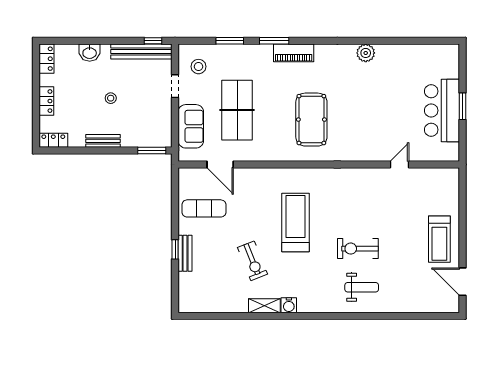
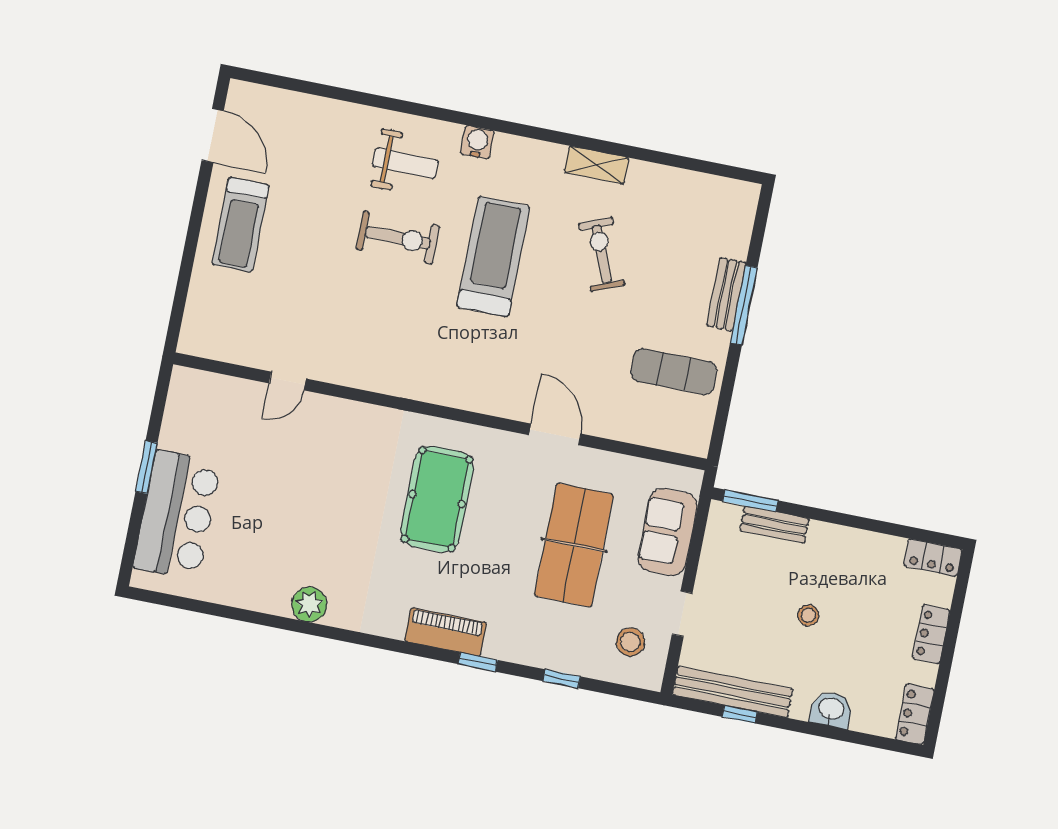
window: (153, 41) -> (740, 714), moved
window: (230, 41) -> (562, 679), width x0.67
window: (274, 41) -> (478, 662), width x0.67
bar counter: (442, 110) -> (177, 515), moved
bench: (103, 141) -> (774, 524), moved
door: (220, 164) -> (555, 434), moved
treadmill: (295, 222) -> (493, 256), moved, turned 180
treadmill: (439, 239) -> (240, 225), turned 180
window: (175, 249) -> (744, 305), width x2.17
weight bench: (362, 287) -> (405, 163), turned 180
water cooler: (289, 305) -> (477, 142), moved

